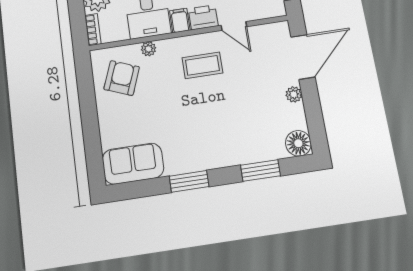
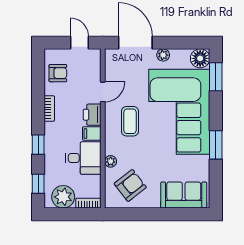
armchair: (122, 78) -> (130, 185), turned 121
corner sofa: (225, 127) -> (179, 112), added
sofa: (133, 164) -> (184, 195), moved, turned 90
window: (260, 171) -> (216, 77), moved

